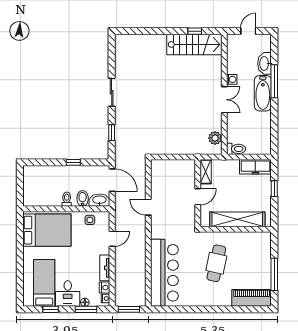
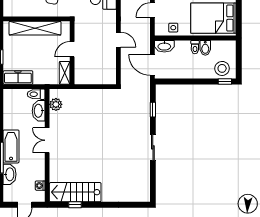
washing machine: (232, 79) -> (40, 186), moved
washbasin: (233, 131) -> (39, 111), added
window: (73, 162) -> (225, 82), moved
stool: (38, 176) -> (222, 68), added
bidet: (83, 198) -> (205, 48), moved

